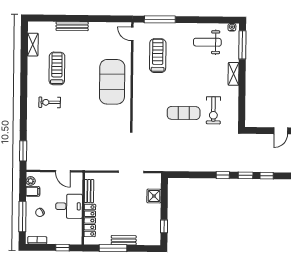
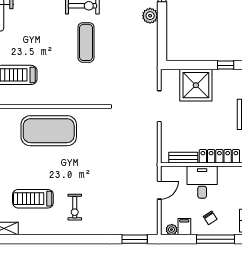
plant: (205, 165) -> (150, 16), added
shower: (154, 196) -> (196, 85), width x1.86, depth x1.86

